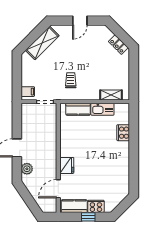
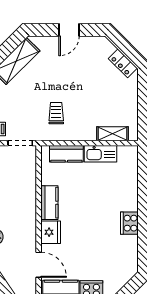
cooker: (123, 133) -> (129, 223), moved
kitchen counter: (66, 144) -> (49, 203), added
door: (58, 189) -> (39, 265), swing flipped

